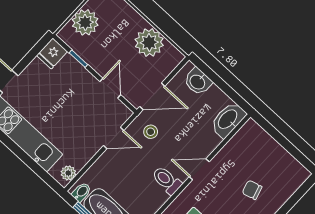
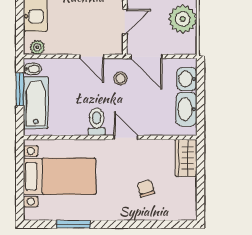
washbasin: (228, 120) -> (186, 109), moved, turned -90
wardrobe: (257, 138) -> (186, 158), added

